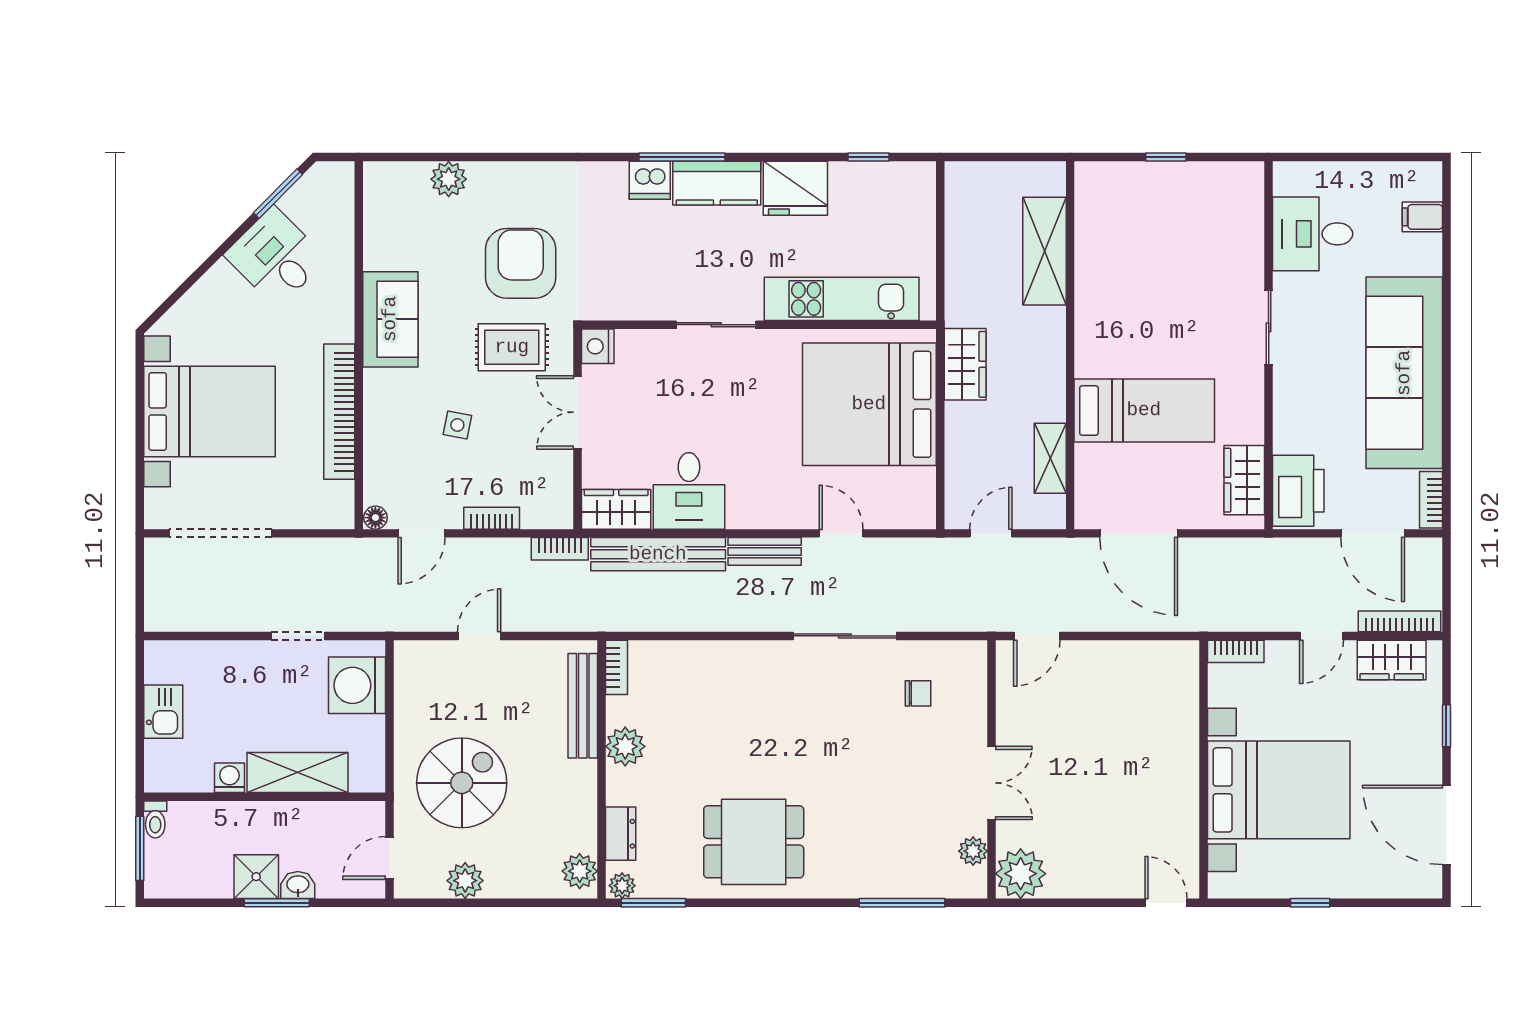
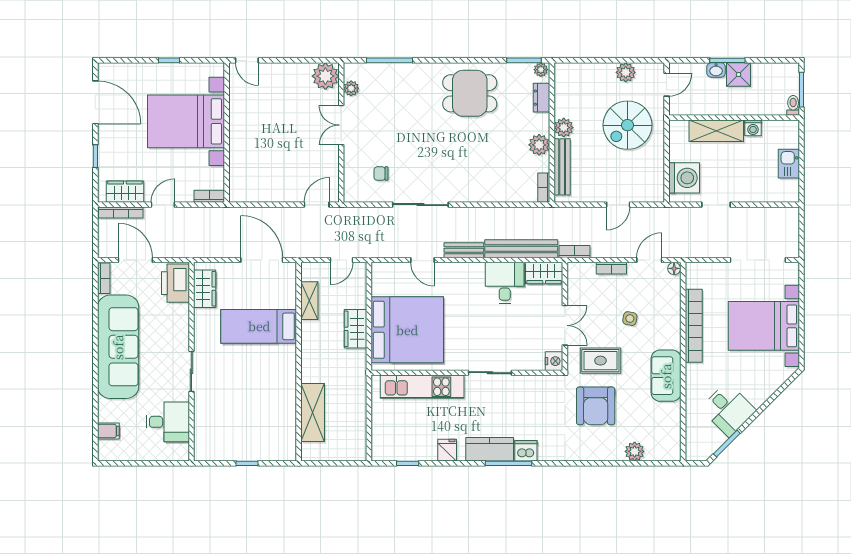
fridge: (795, 188) -> (447, 450), width x0.53, depth x0.75
wardrobe: (965, 364) -> (356, 329), moved
plant: (580, 871) -> (564, 128), moved

